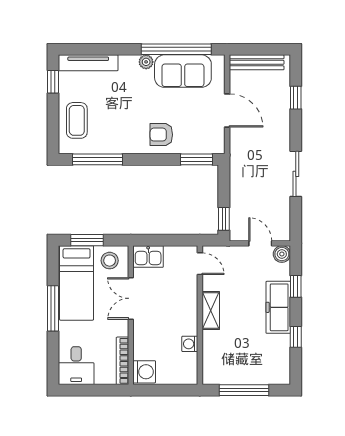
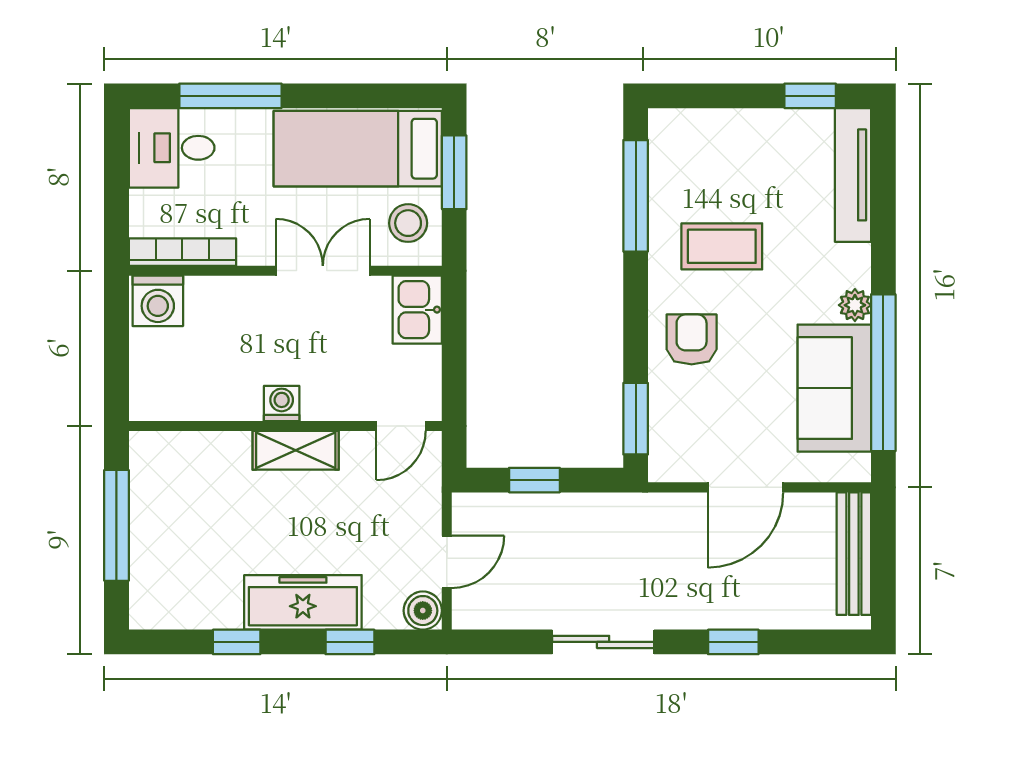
window: (296, 98) -> (733, 642), moved
coffee table: (77, 120) -> (722, 246), moved
window: (224, 219) -> (534, 480), moved
window: (53, 308) -> (230, 96), moved
washing machine: (190, 344) -> (282, 403), moved

